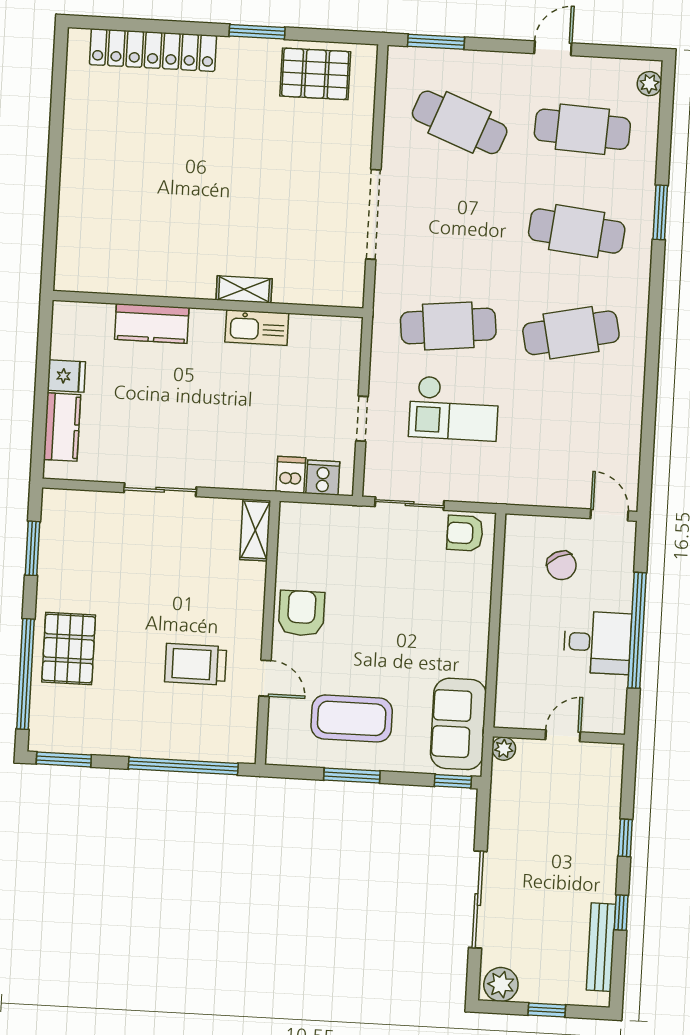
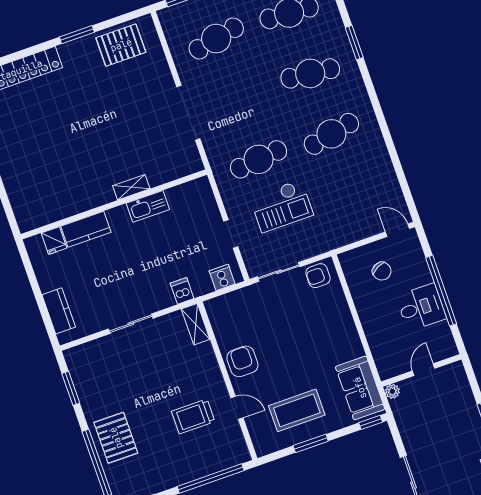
cafe table: (460, 122) -> (216, 39), turned -33
fridge: (66, 376) -> (54, 241), moved, turned 90
dishwasher: (291, 475) -> (182, 291), moved

